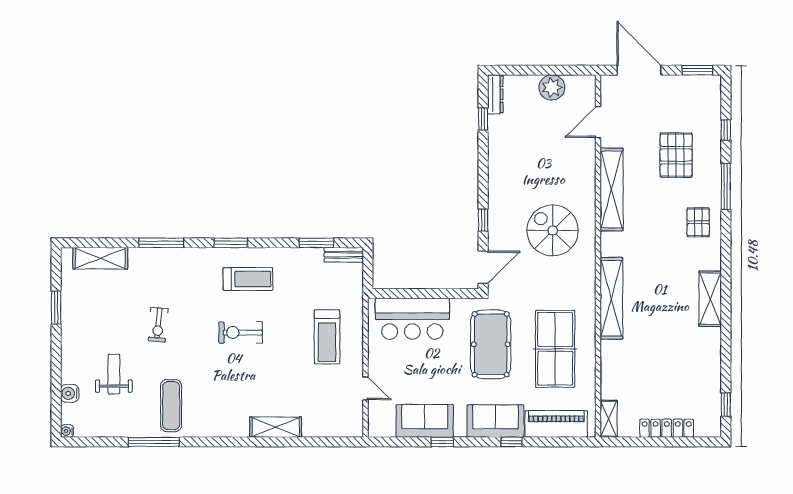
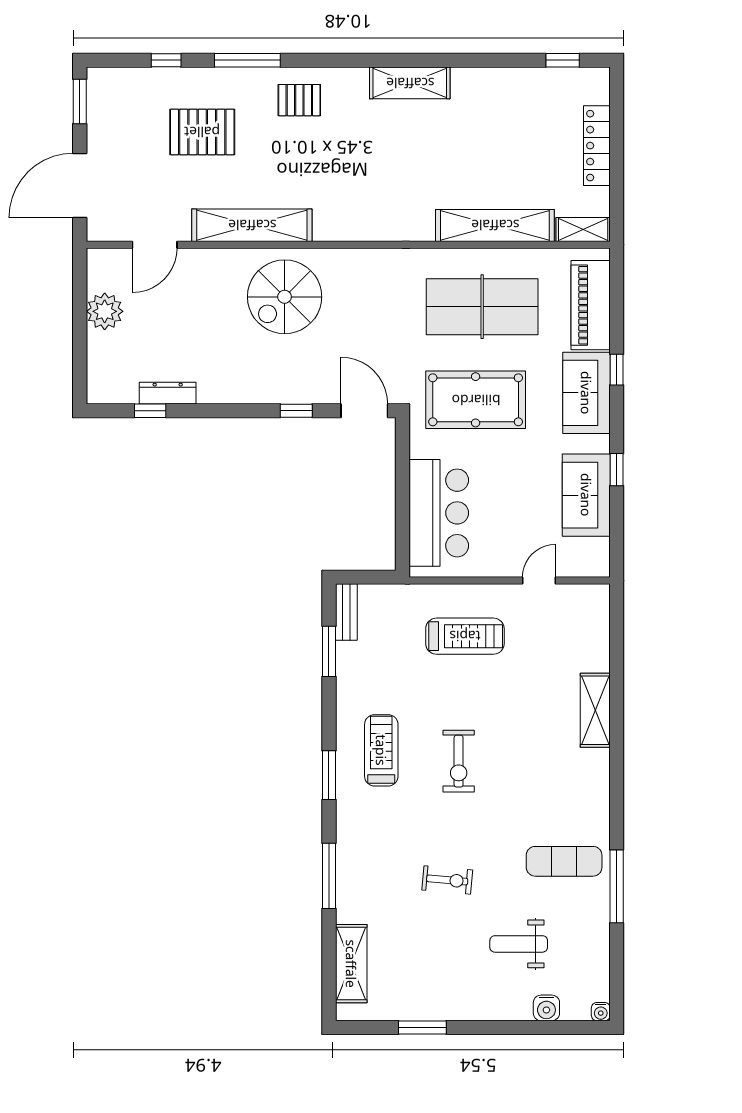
dresser: (495, 94) -> (168, 393), moved
door: (598, 122) -> (155, 245), hinge flipped
spiral stairs: (553, 230) -> (285, 297), moved
shelving: (611, 298) -> (495, 225), moved

